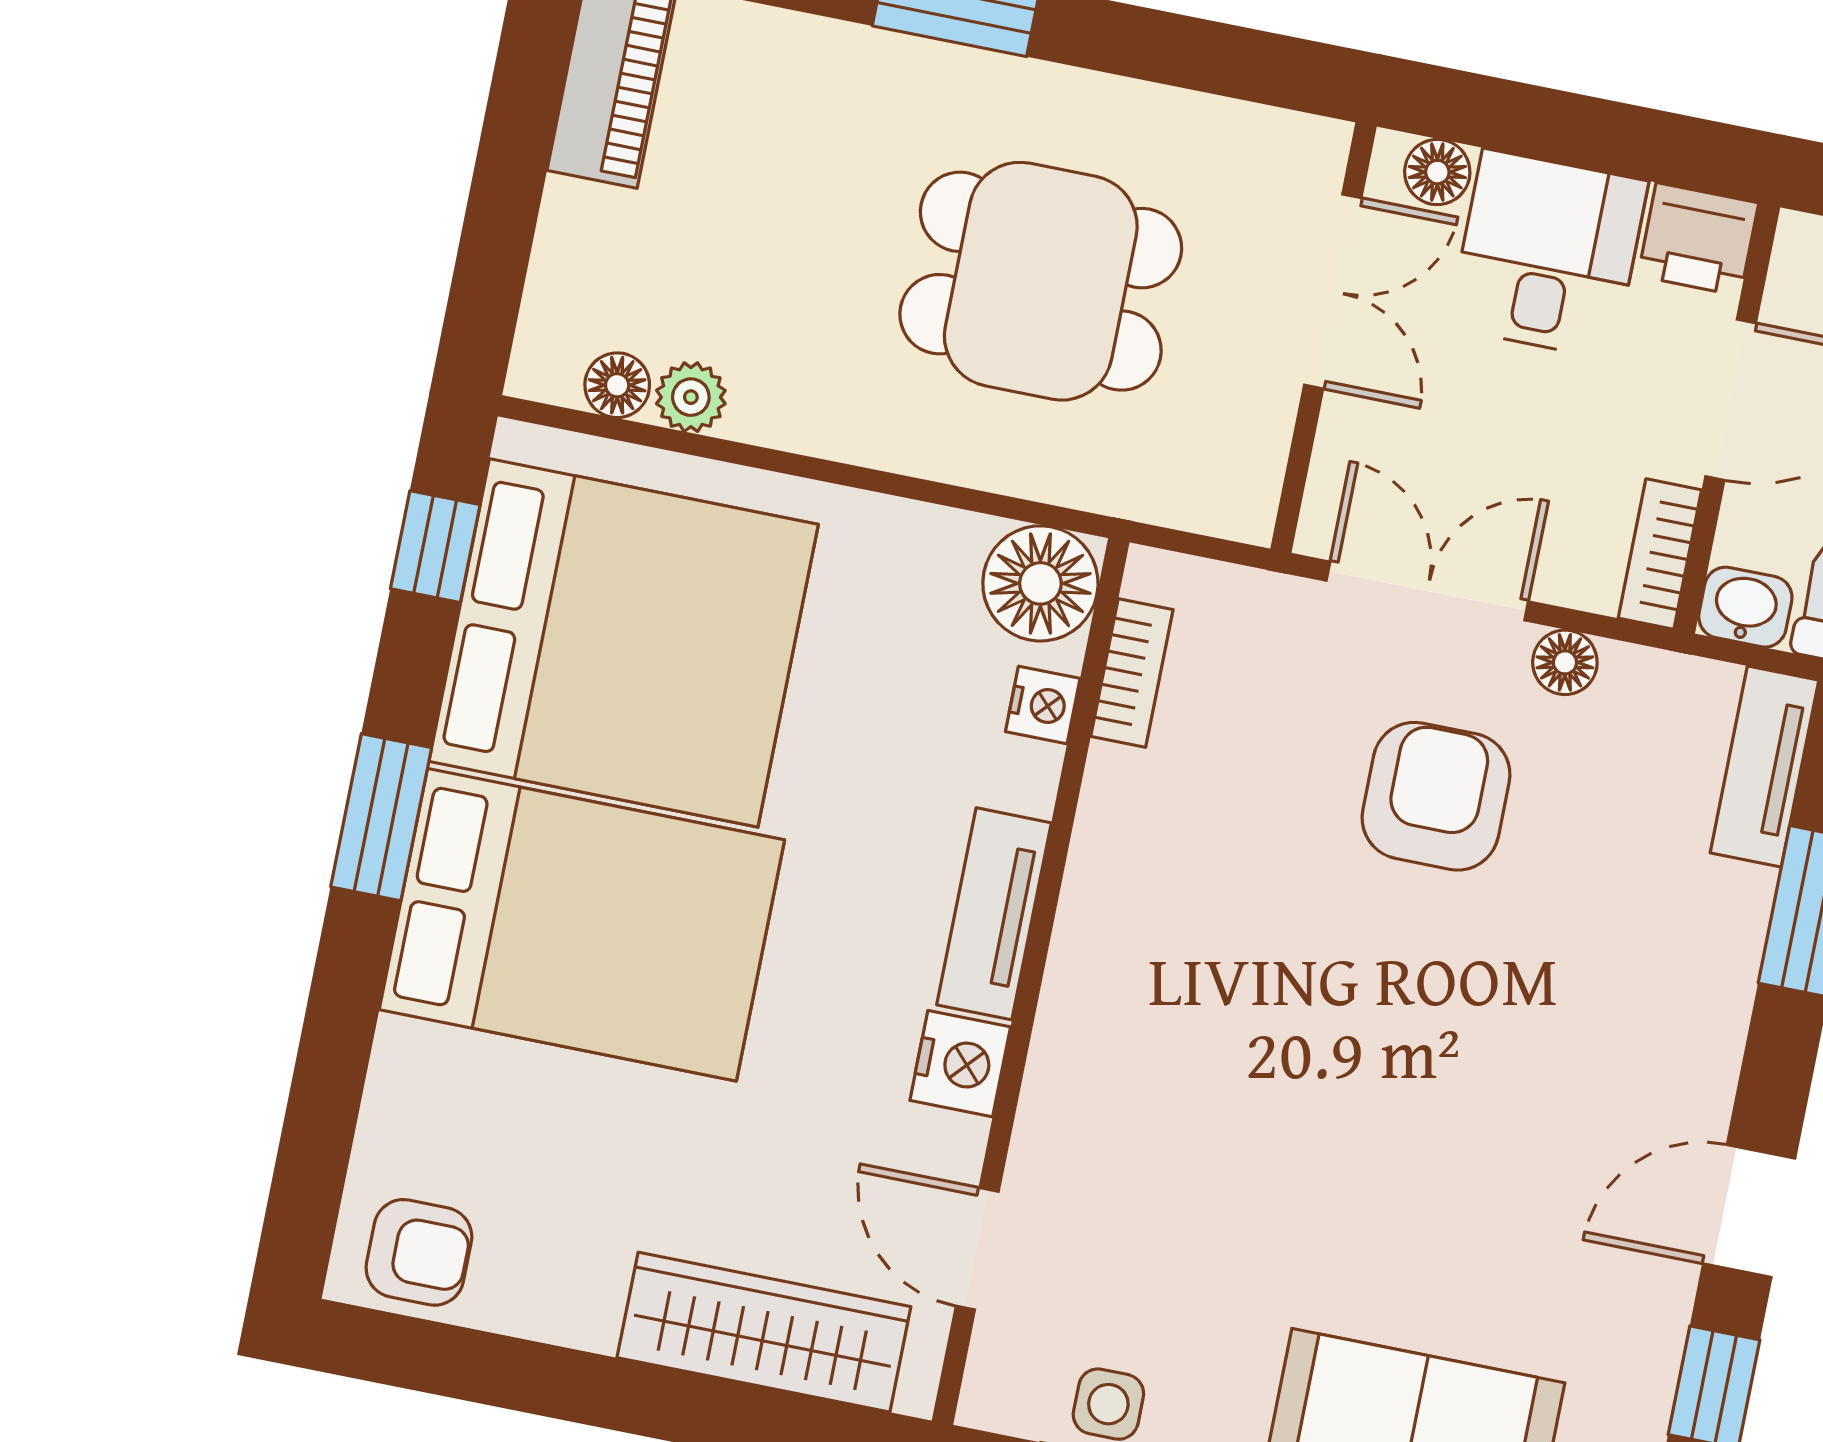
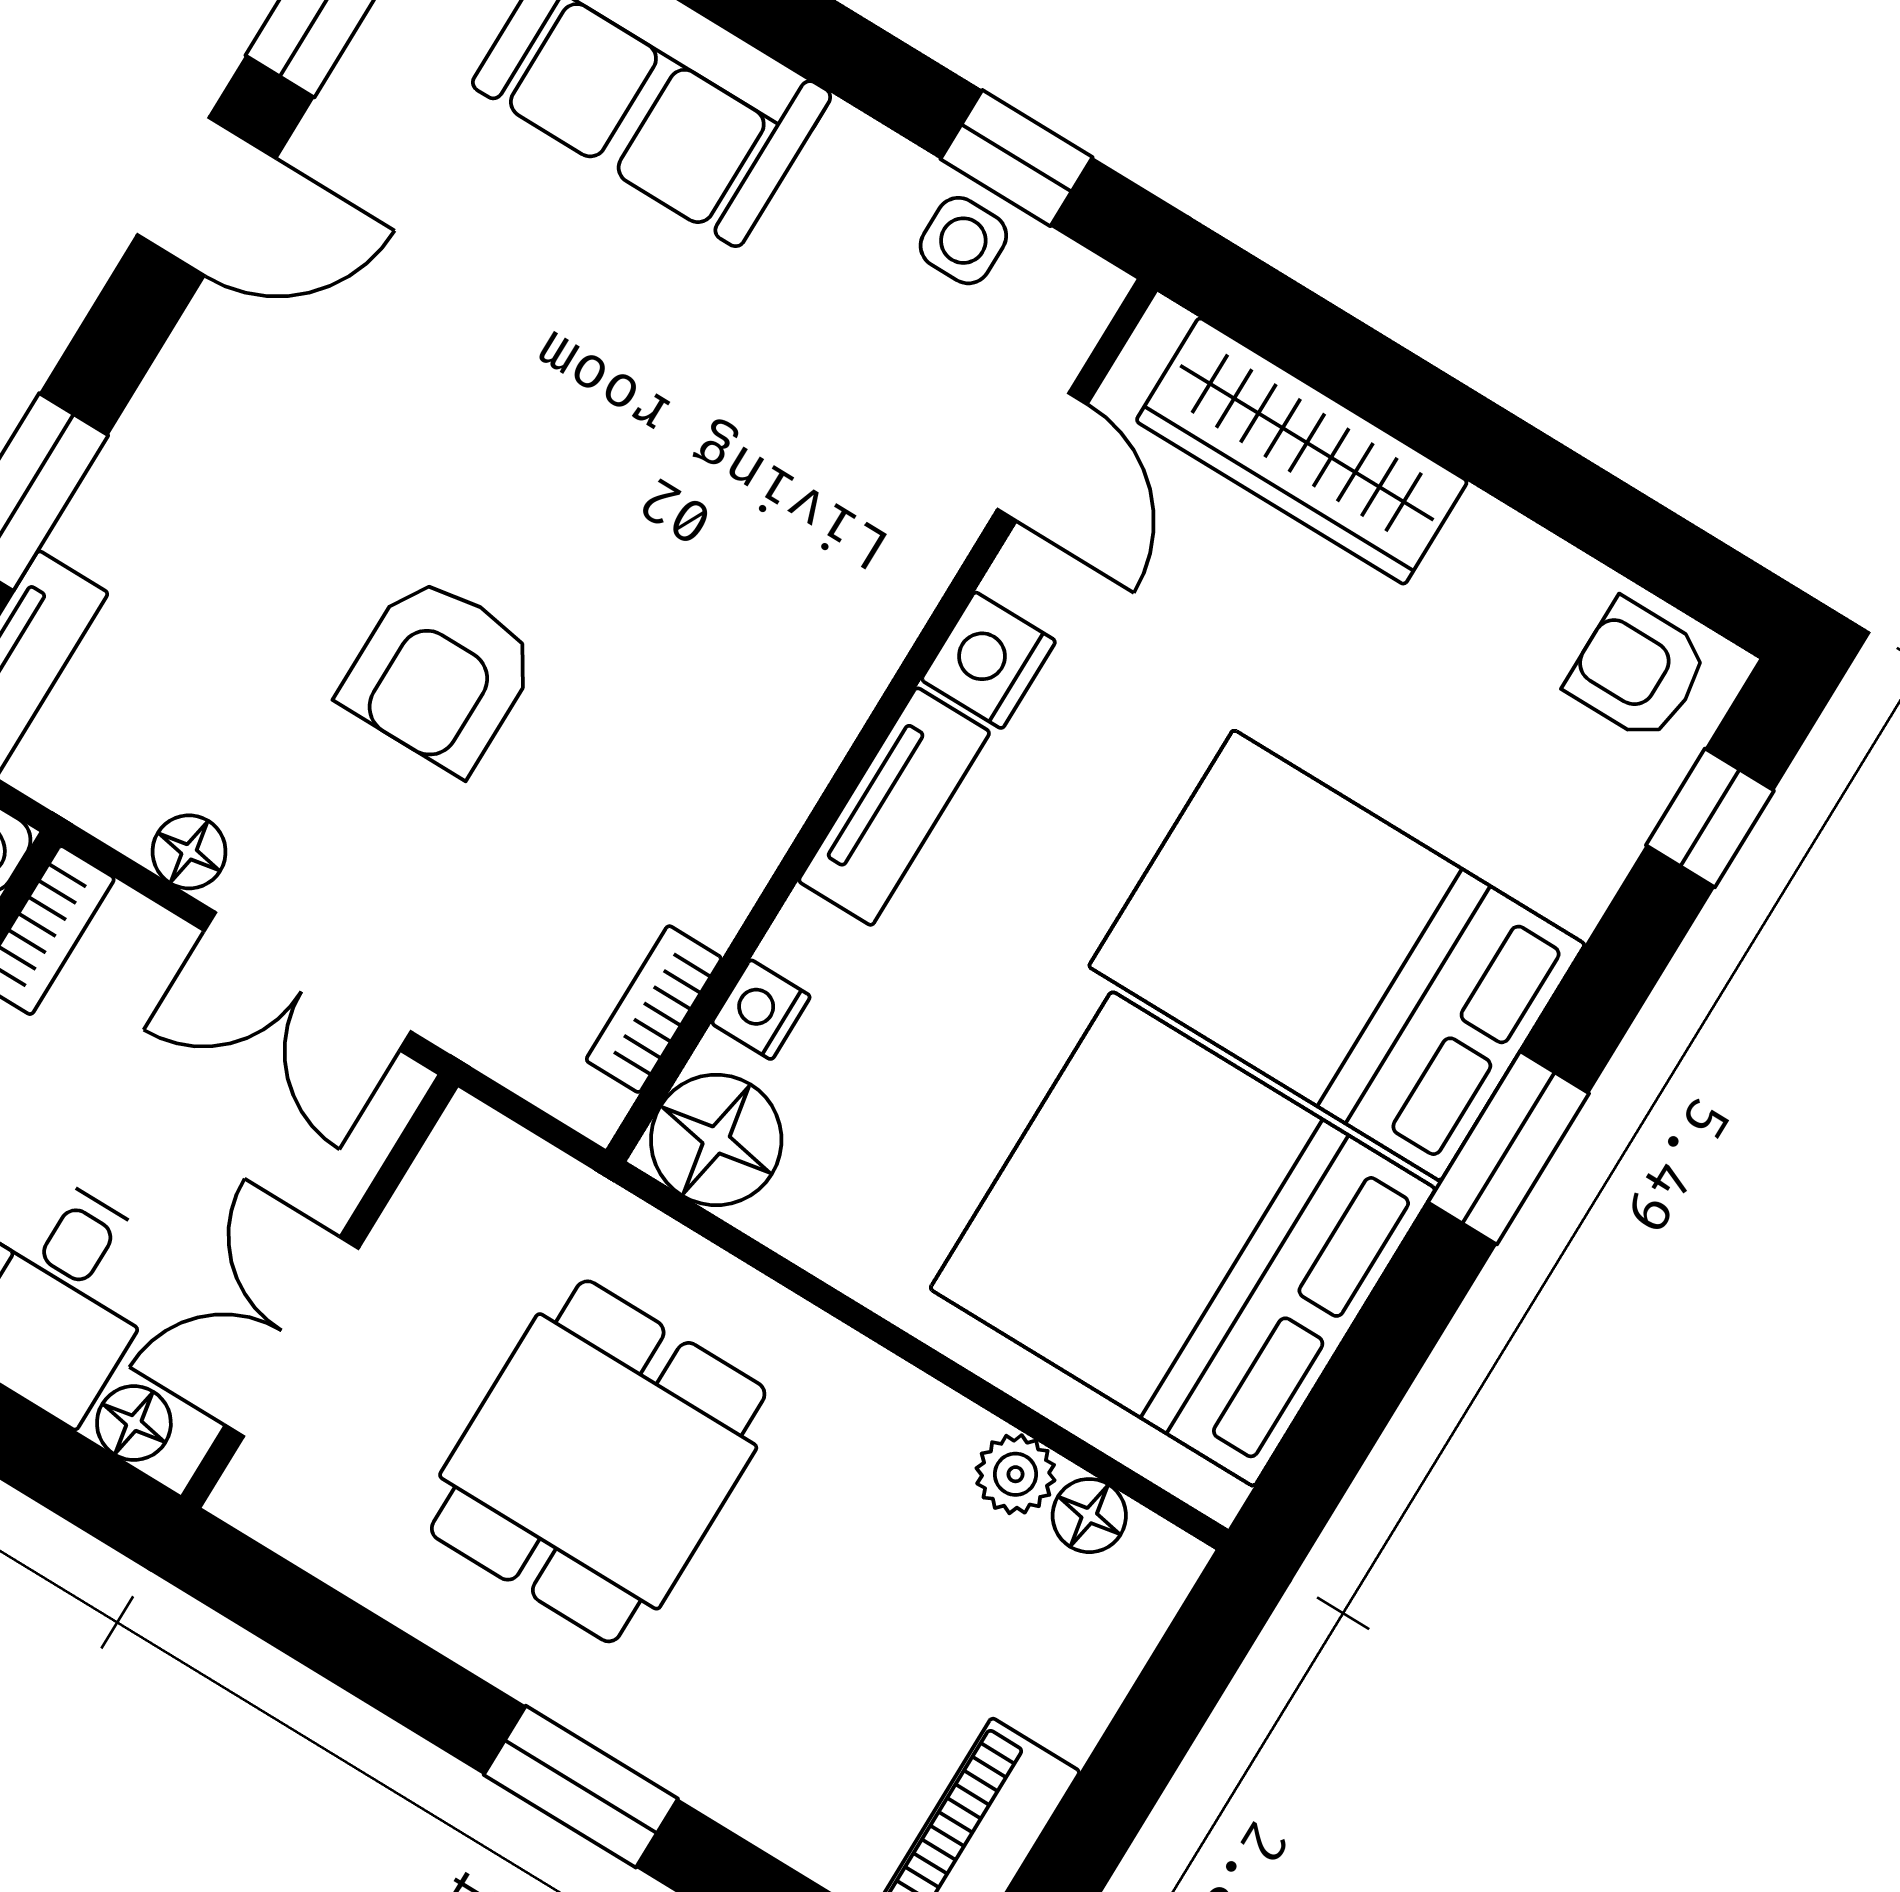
dining table: (1041, 281) -> (598, 1461), turned 90
window: (435, 547) -> (1710, 818), moved
armchair: (1436, 796) -> (440, 674), moved

